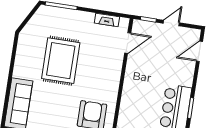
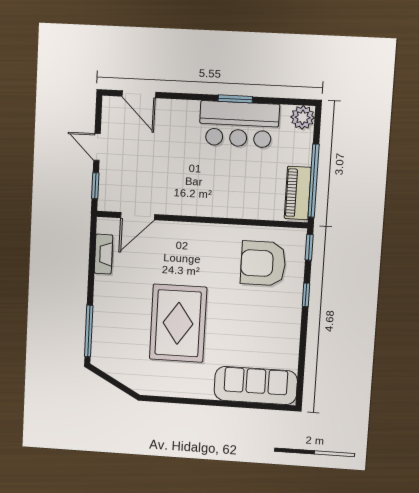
door: (128, 43) -> (138, 216), swing flipped
rug: (61, 61) -> (178, 323), turned 90

